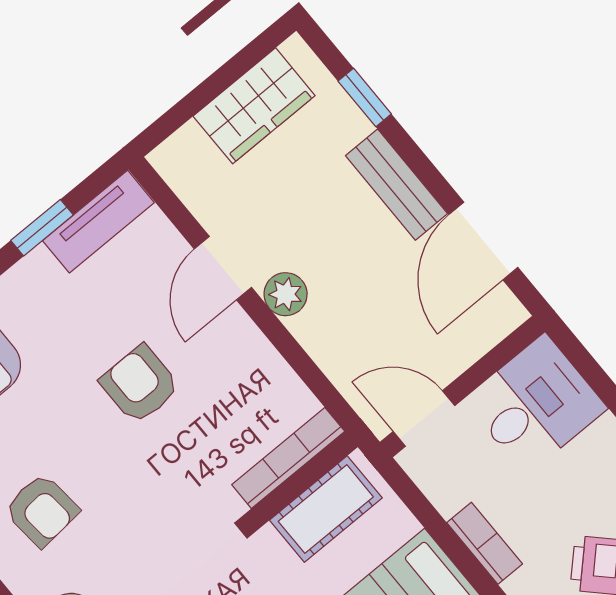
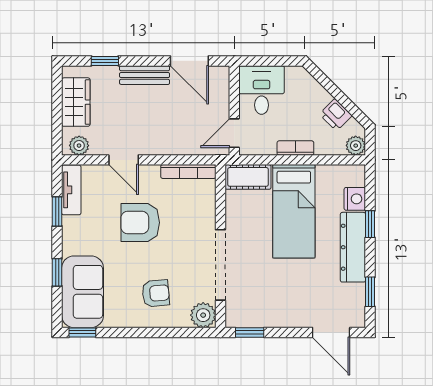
plant: (286, 294) -> (79, 146), moved
armchair: (140, 384) -> (140, 223), width x1.38, depth x1.38
bookcase: (288, 458) -> (188, 172), moved, turned -90
cot: (326, 509) -> (248, 177), moved, turned 90

